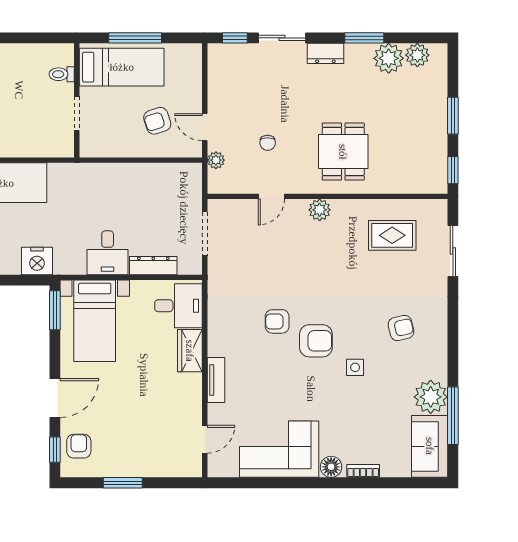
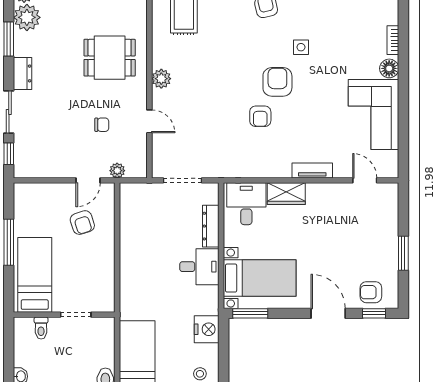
bed: (122, 67) -> (35, 275), moved
toilet: (62, 74) -> (41, 328), moved
wall: (77, 100) -> (64, 315), moved
doorway: (77, 113) -> (76, 315), moved

